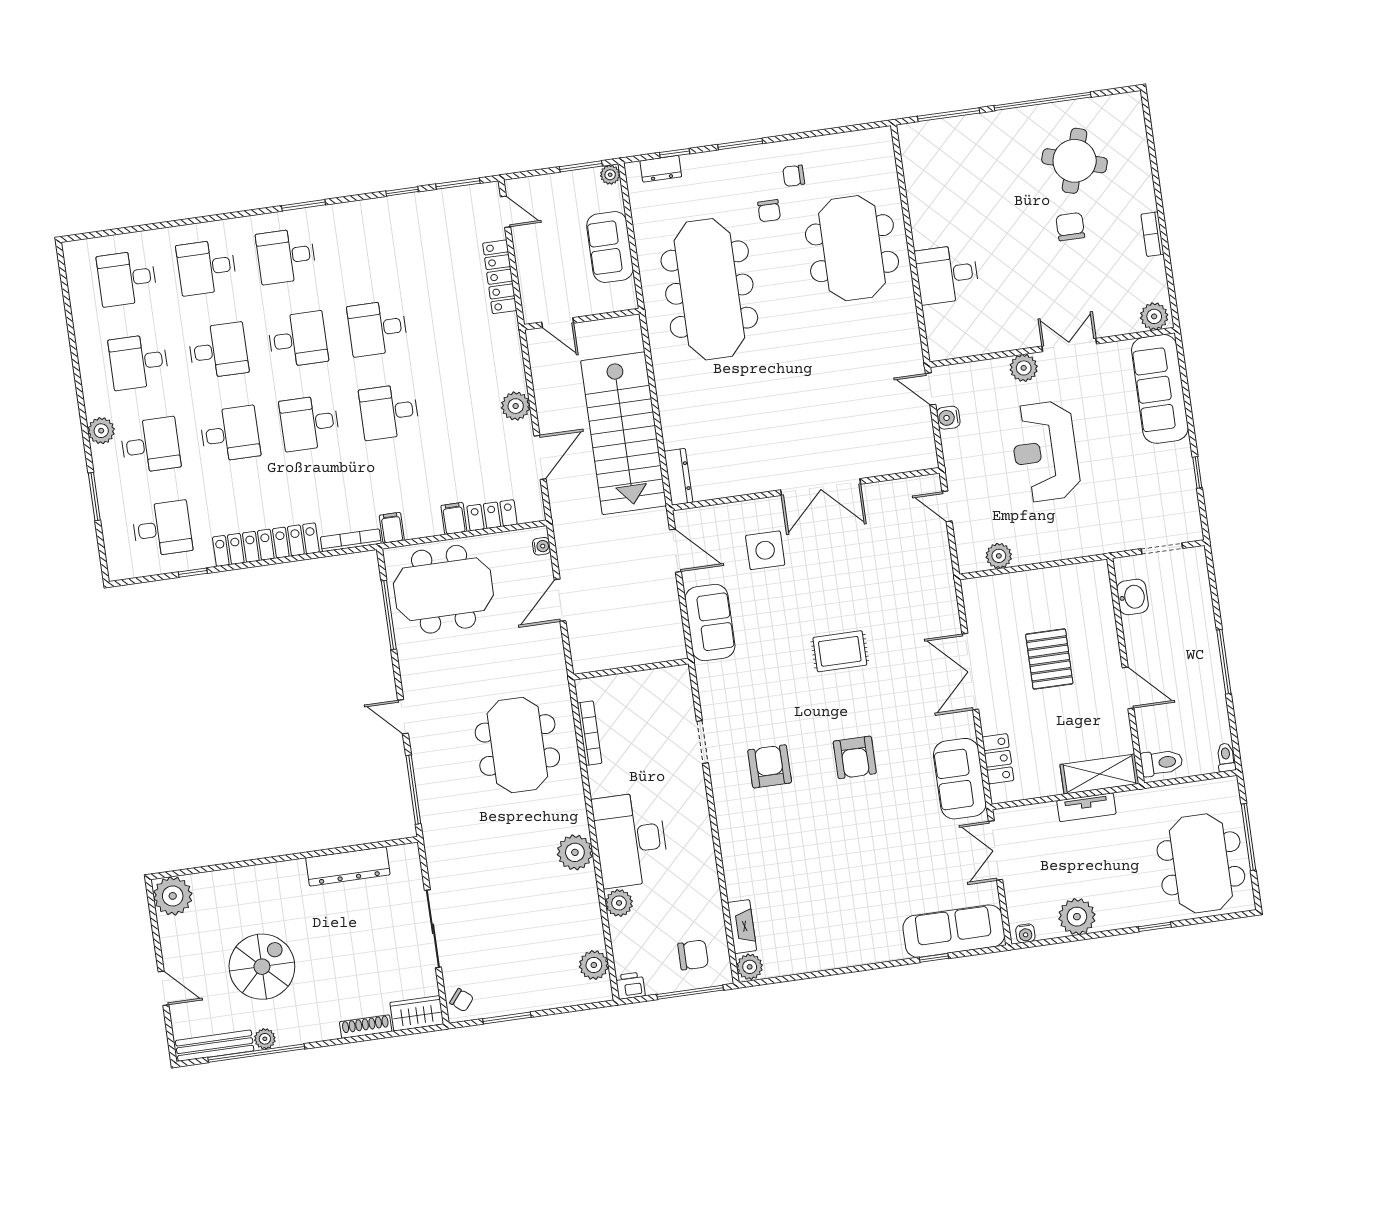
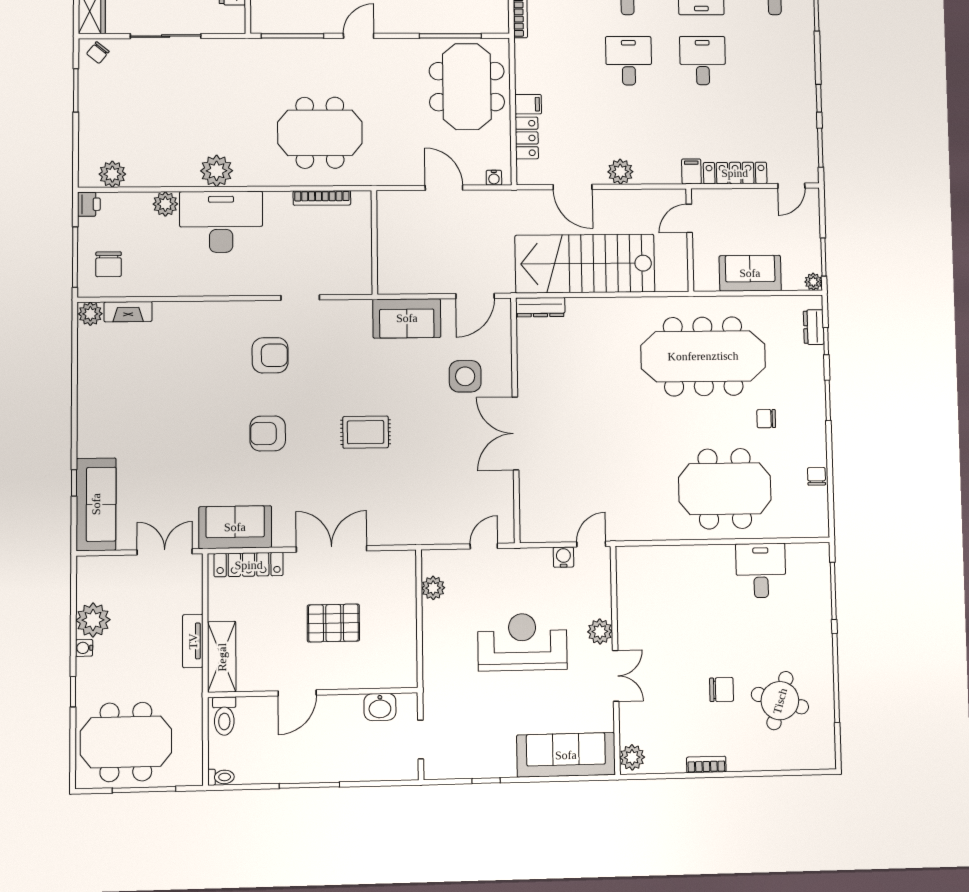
chair: (794, 176) -> (816, 476), moved
desk: (947, 274) -> (761, 570), moved
filing cabinet: (392, 528) -> (691, 171), moved, turned -90
rug: (840, 651) -> (366, 432), turned 90
locker: (998, 759) -> (249, 565), width x1.53
water cooler: (1025, 933) -> (84, 648), moved

